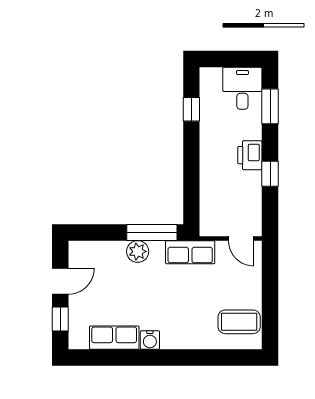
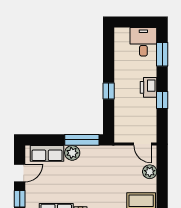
window: (191, 109) -> (109, 91), moved
row of seats: (190, 252) -> (47, 153), moved
plant: (252, 279) -> (150, 172), added

